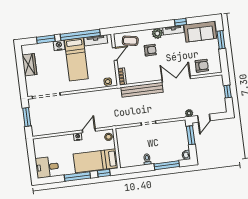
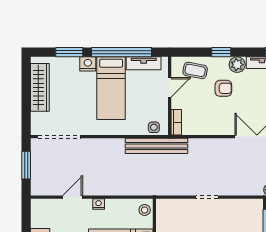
window: (146, 27) -> (221, 52), added
wardrobe: (29, 65) -> (40, 87), width x1.50
bench: (142, 90) -> (157, 146), moved
door: (89, 131) -> (73, 197), moved

